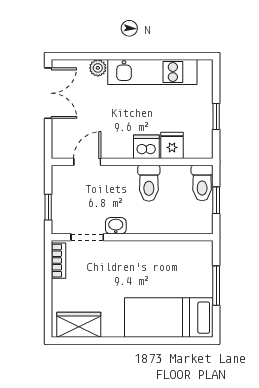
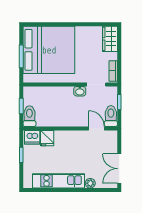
dishwasher: (146, 147) -> (32, 137), moved
door: (87, 162) -> (96, 128), swing flipped
toilet: (149, 183) -> (111, 116), moved
bed: (169, 318) -> (49, 50), width x2.04
wardrobe: (79, 325) -> (110, 39), moved, turned 90

